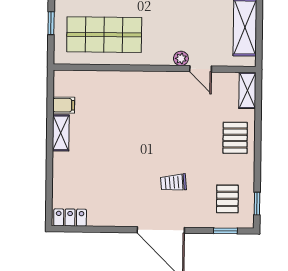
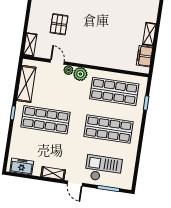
plant: (161, 55) -> (80, 74), added
filing cabinet: (64, 105) -> (145, 56), width x2.00
pallet: (235, 138) -> (59, 24), moved

